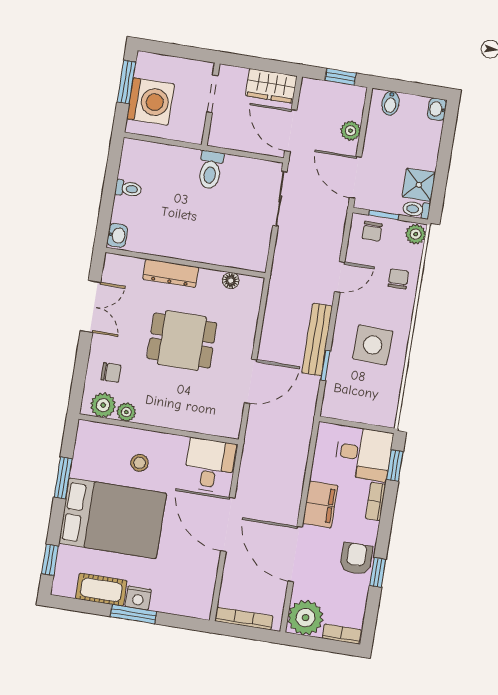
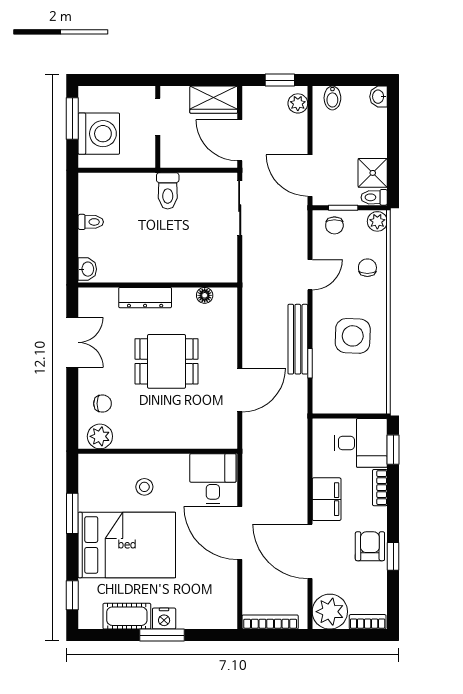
plant: (351, 131) -> (298, 103), moved
plant: (126, 412) -> (124, 440), removed

